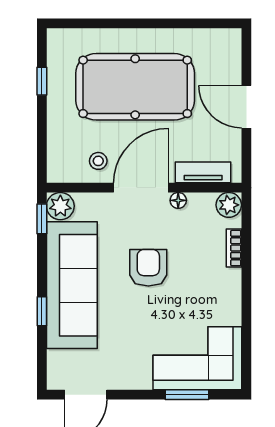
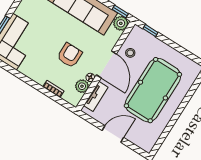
window: (42, 81) -> (150, 30), moved
plant: (229, 205) -> (82, 86), moved
armchair: (148, 268) -> (70, 55), moved, turned -90

